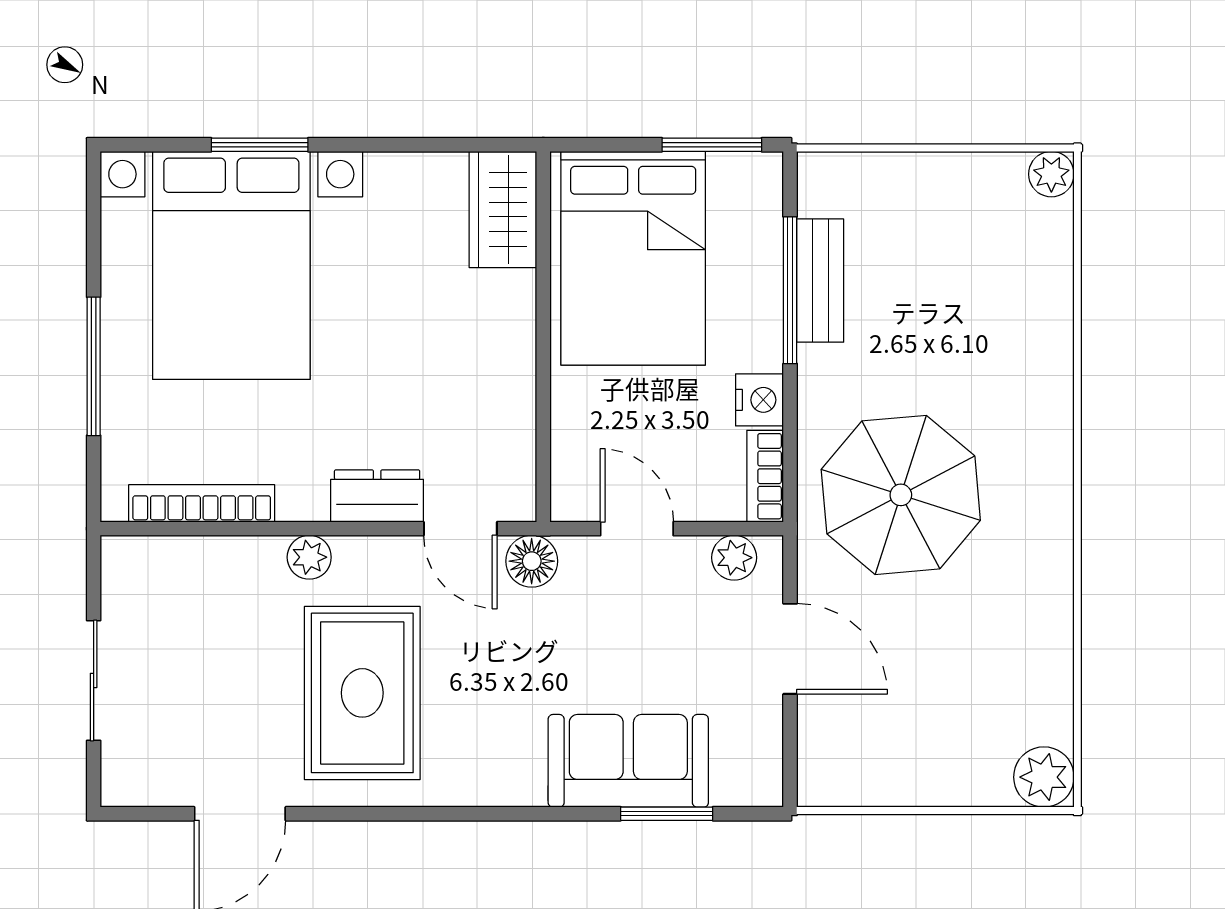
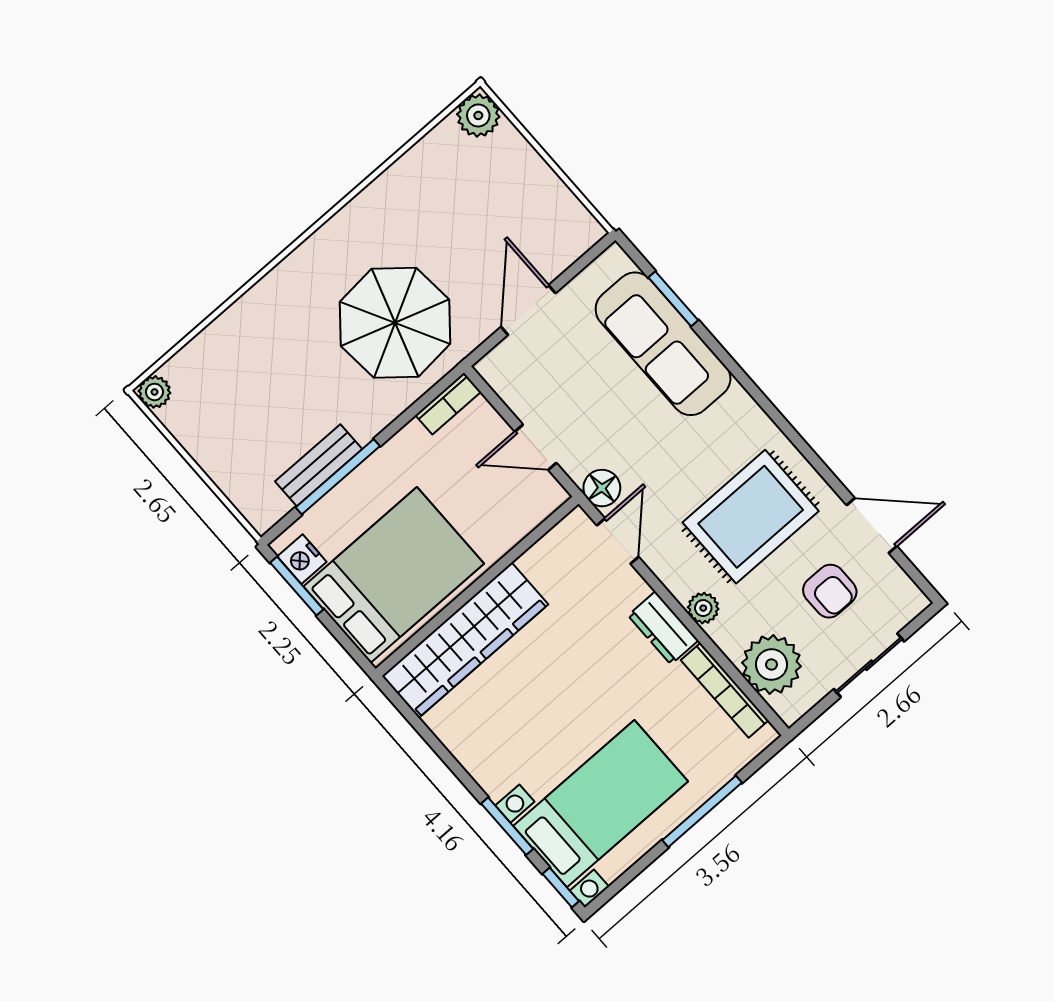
window: (144, 145) -> (561, 887), added
wardrobe: (503, 209) -> (465, 640), width x2.10, depth x1.17
bed with nightstands: (231, 265) -> (601, 804), width x0.73
nightstand: (760, 400) -> (302, 559), moved, turned -90
dresser: (377, 496) -> (663, 628), moved
door: (637, 529) -> (536, 447), hinge flipped
plant: (734, 558) -> (771, 664), moved, width x1.87, depth x1.87
armchair: (209, 708) -> (830, 591), added
sofa: (628, 761) -> (663, 344), width x1.36

